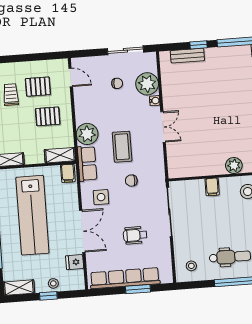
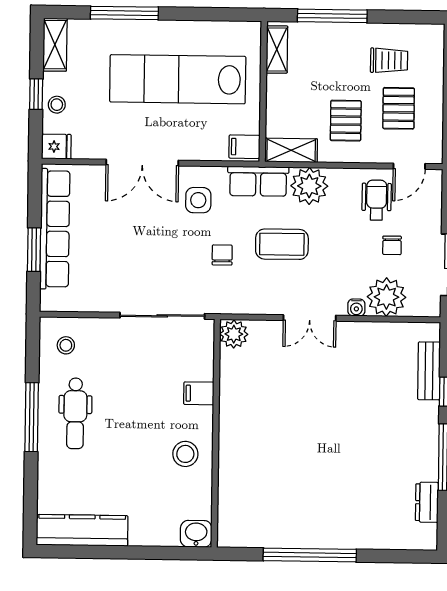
shelving: (60, 155) -> (291, 150), moved, turned 90
plant: (234, 165) -> (234, 334), moved
wheelchair: (135, 235) -> (377, 200), moved
fridge: (75, 262) -> (56, 147), moved, turned 90

